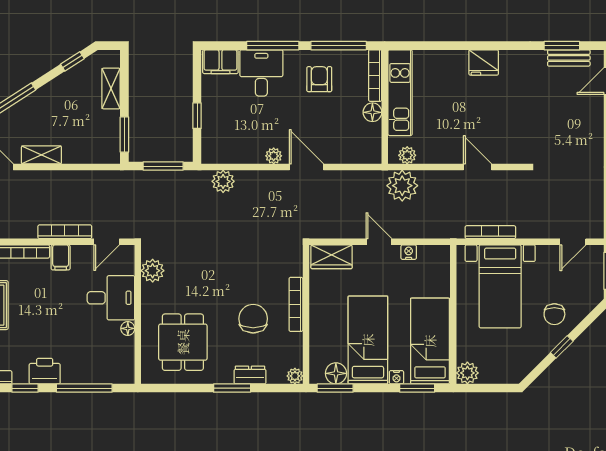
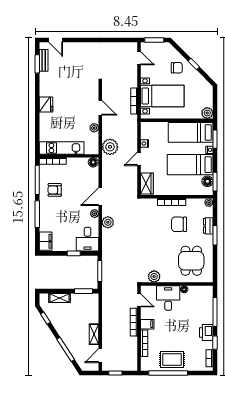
desk: (261, 73) -> (88, 239), moved, turned -90
floor lamp: (372, 112) -> (93, 162), moved
plant: (407, 155) -> (94, 128), moved
door: (477, 167) -> (100, 108), swing flipped
plant: (223, 181) -> (108, 222), moved
dining table: (183, 342) -> (191, 261), turned 90

